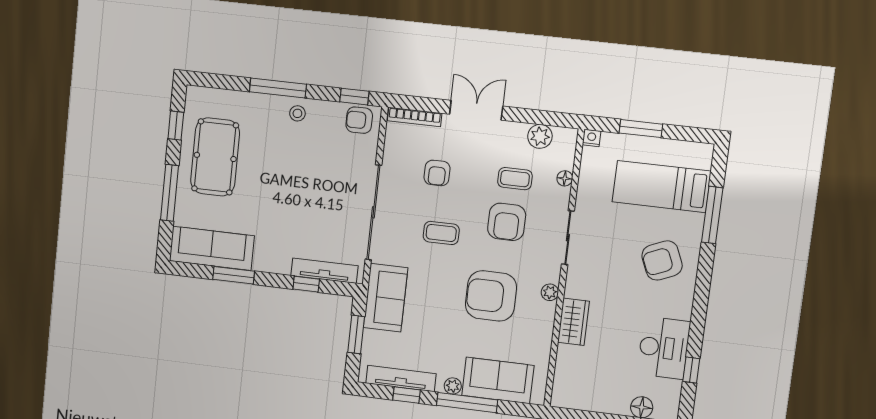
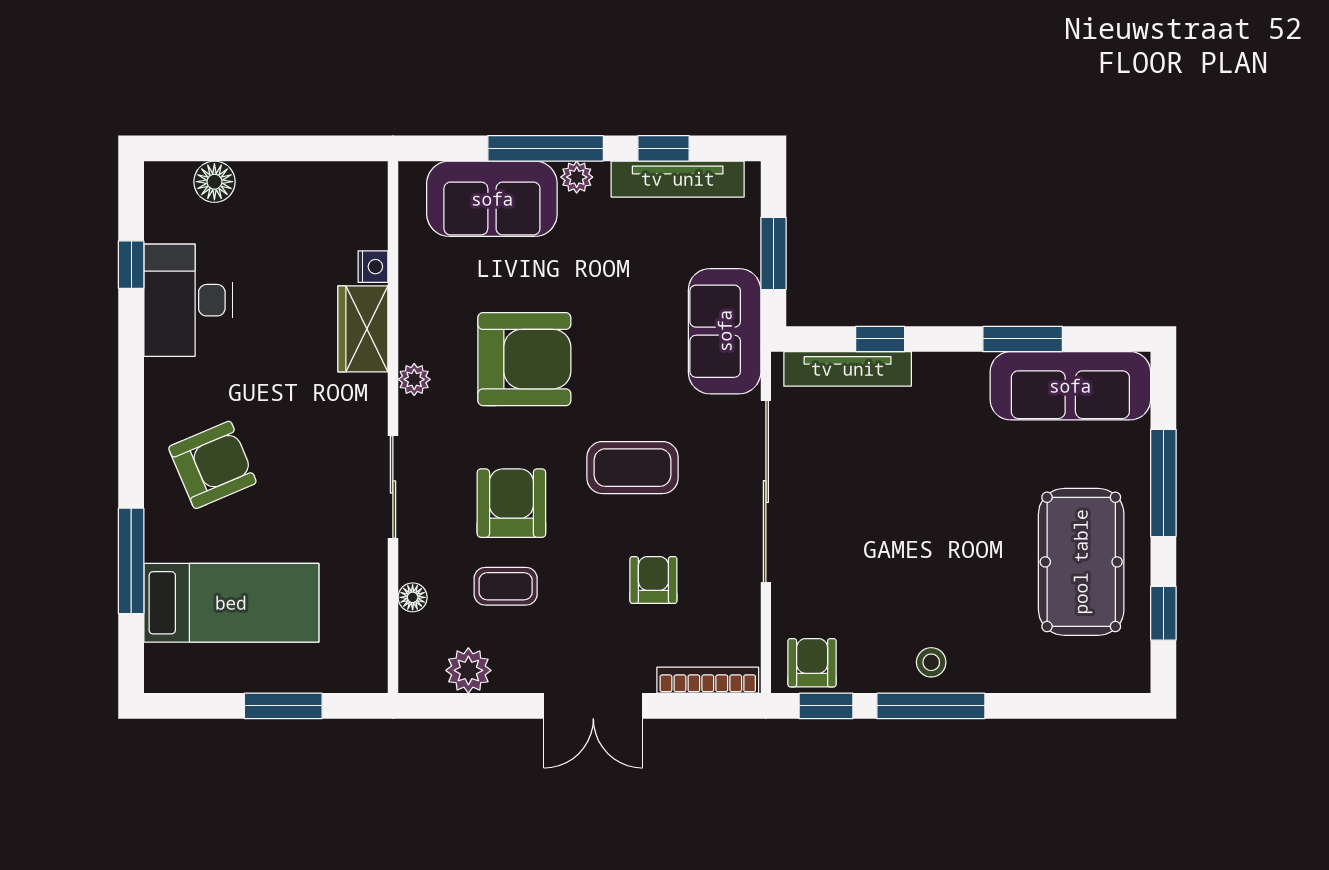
window: (278, 88) -> (931, 706), moved
armchair: (359, 120) -> (812, 663), turned -90
nightstand: (592, 138) -> (373, 267), moved, turned -90
coffee table: (441, 233) -> (633, 468), width x1.36, depth x1.30

